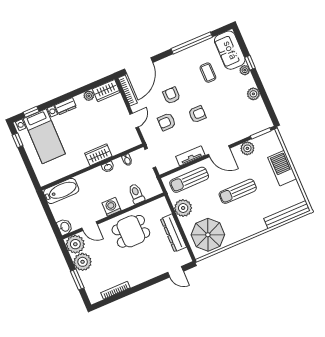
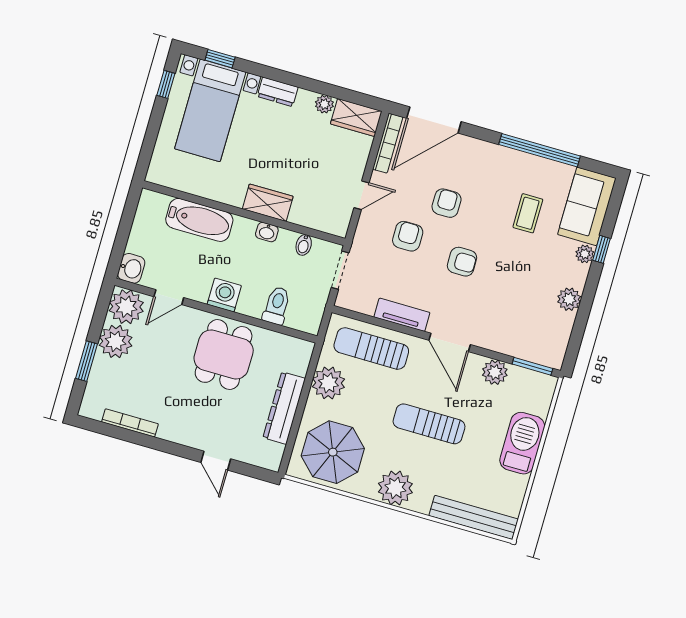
armchair: (167, 122) -> (408, 236), turned 90
bathtub: (61, 191) -> (199, 220), moved
door: (90, 226) -> (169, 297), hinge flipped
plant: (245, 229) -> (395, 488), added
dining table: (131, 231) -> (224, 354), turned 90
door: (176, 272) -> (216, 461), moved

